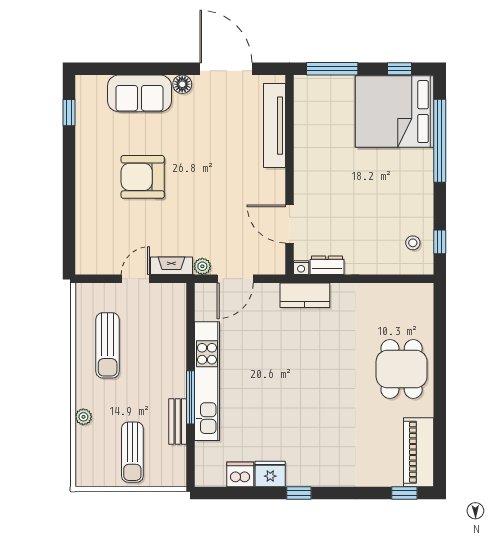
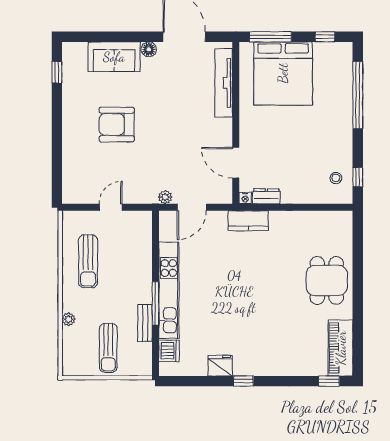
bed: (395, 112) -> (283, 73), moved, turned -90
fireplace: (171, 266) -> (140, 197), removed
dishwasher: (240, 474) -> (169, 351), moved, turned 90

